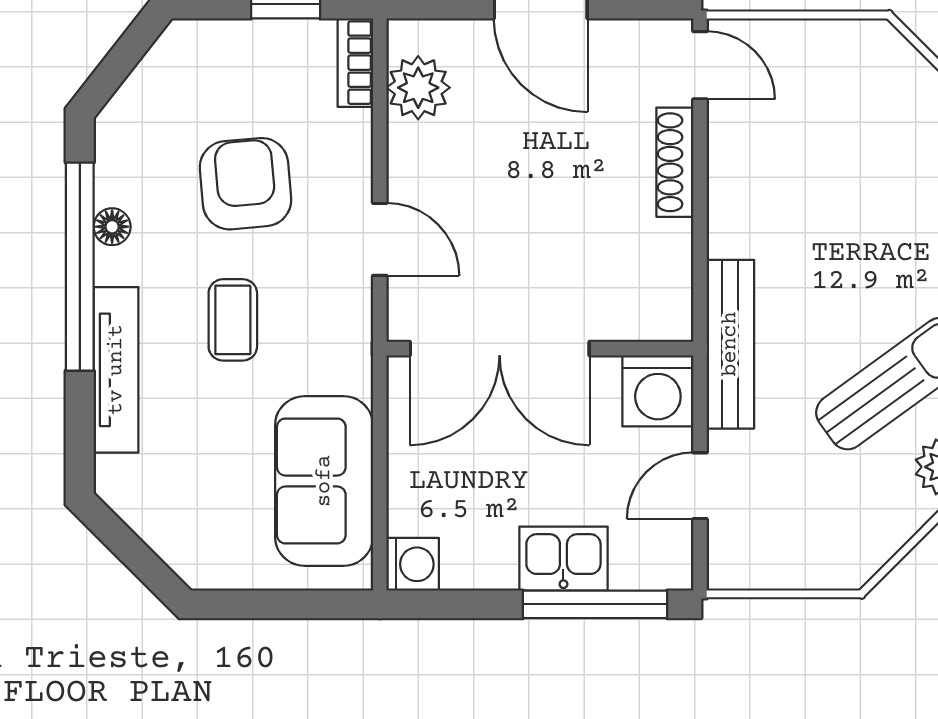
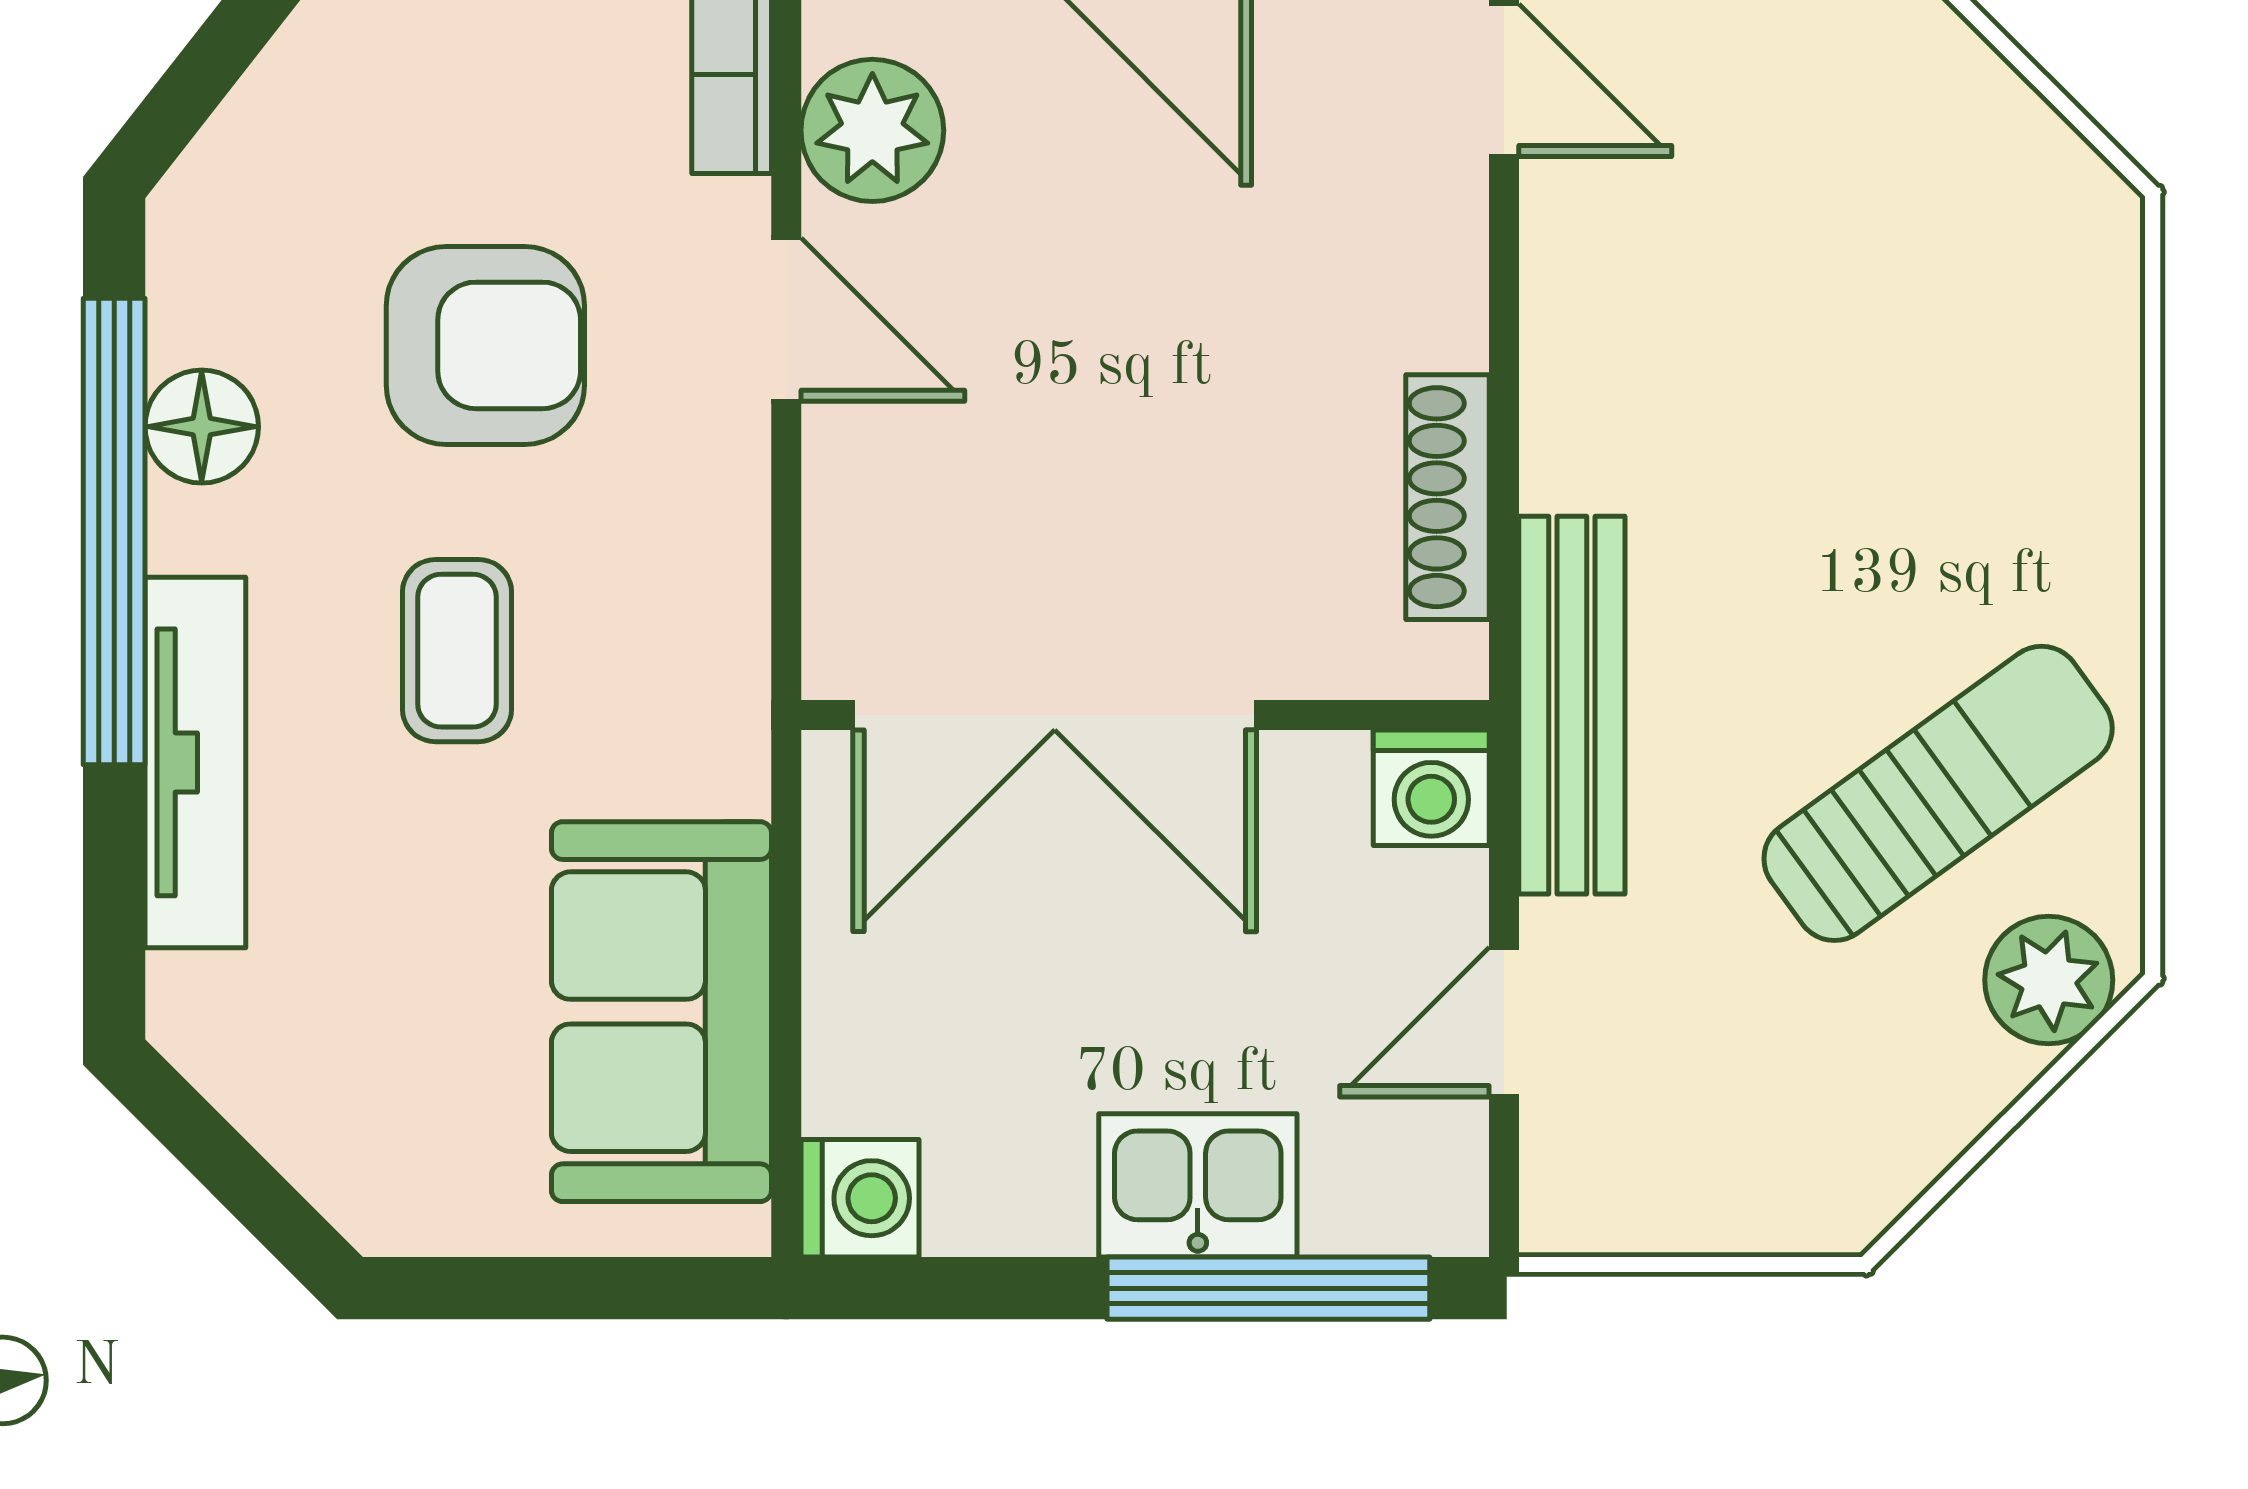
shoe rack: (675, 162) -> (1448, 497), moved
armchair: (246, 184) -> (485, 345), turned 95
floor lamp: (112, 227) -> (202, 427), width x1.37, depth x1.37
door: (380, 239) -> (786, 320), moved
washing machine: (658, 391) -> (1431, 788), width x0.73, depth x0.73

